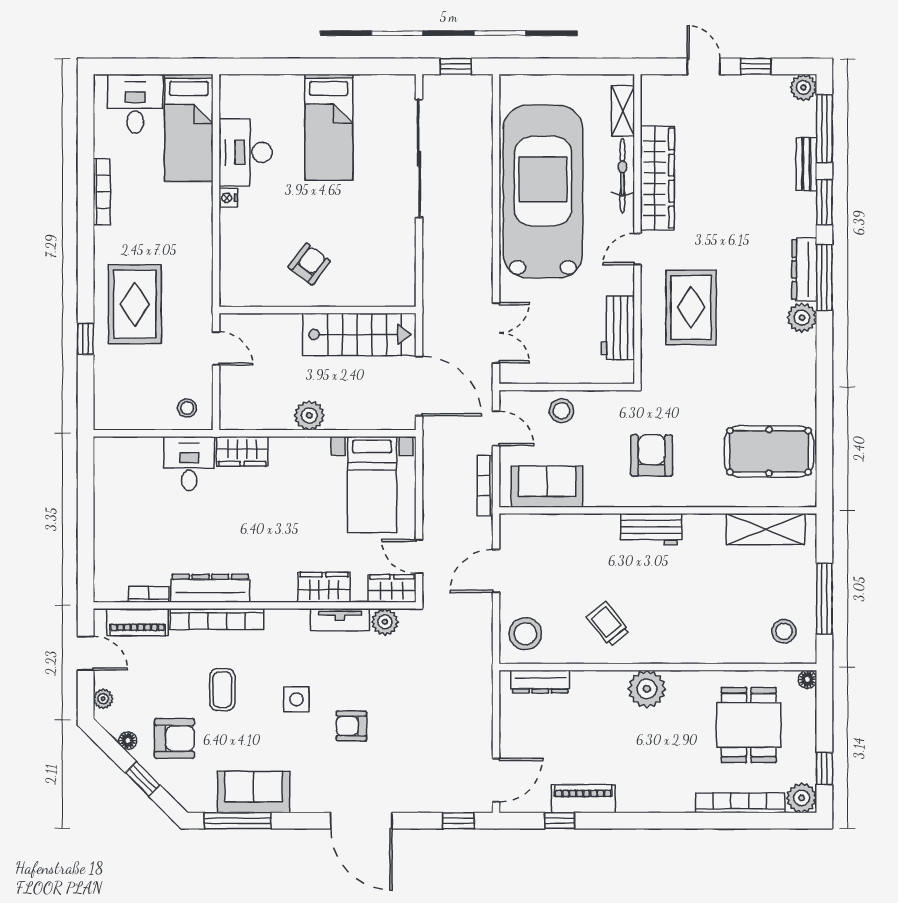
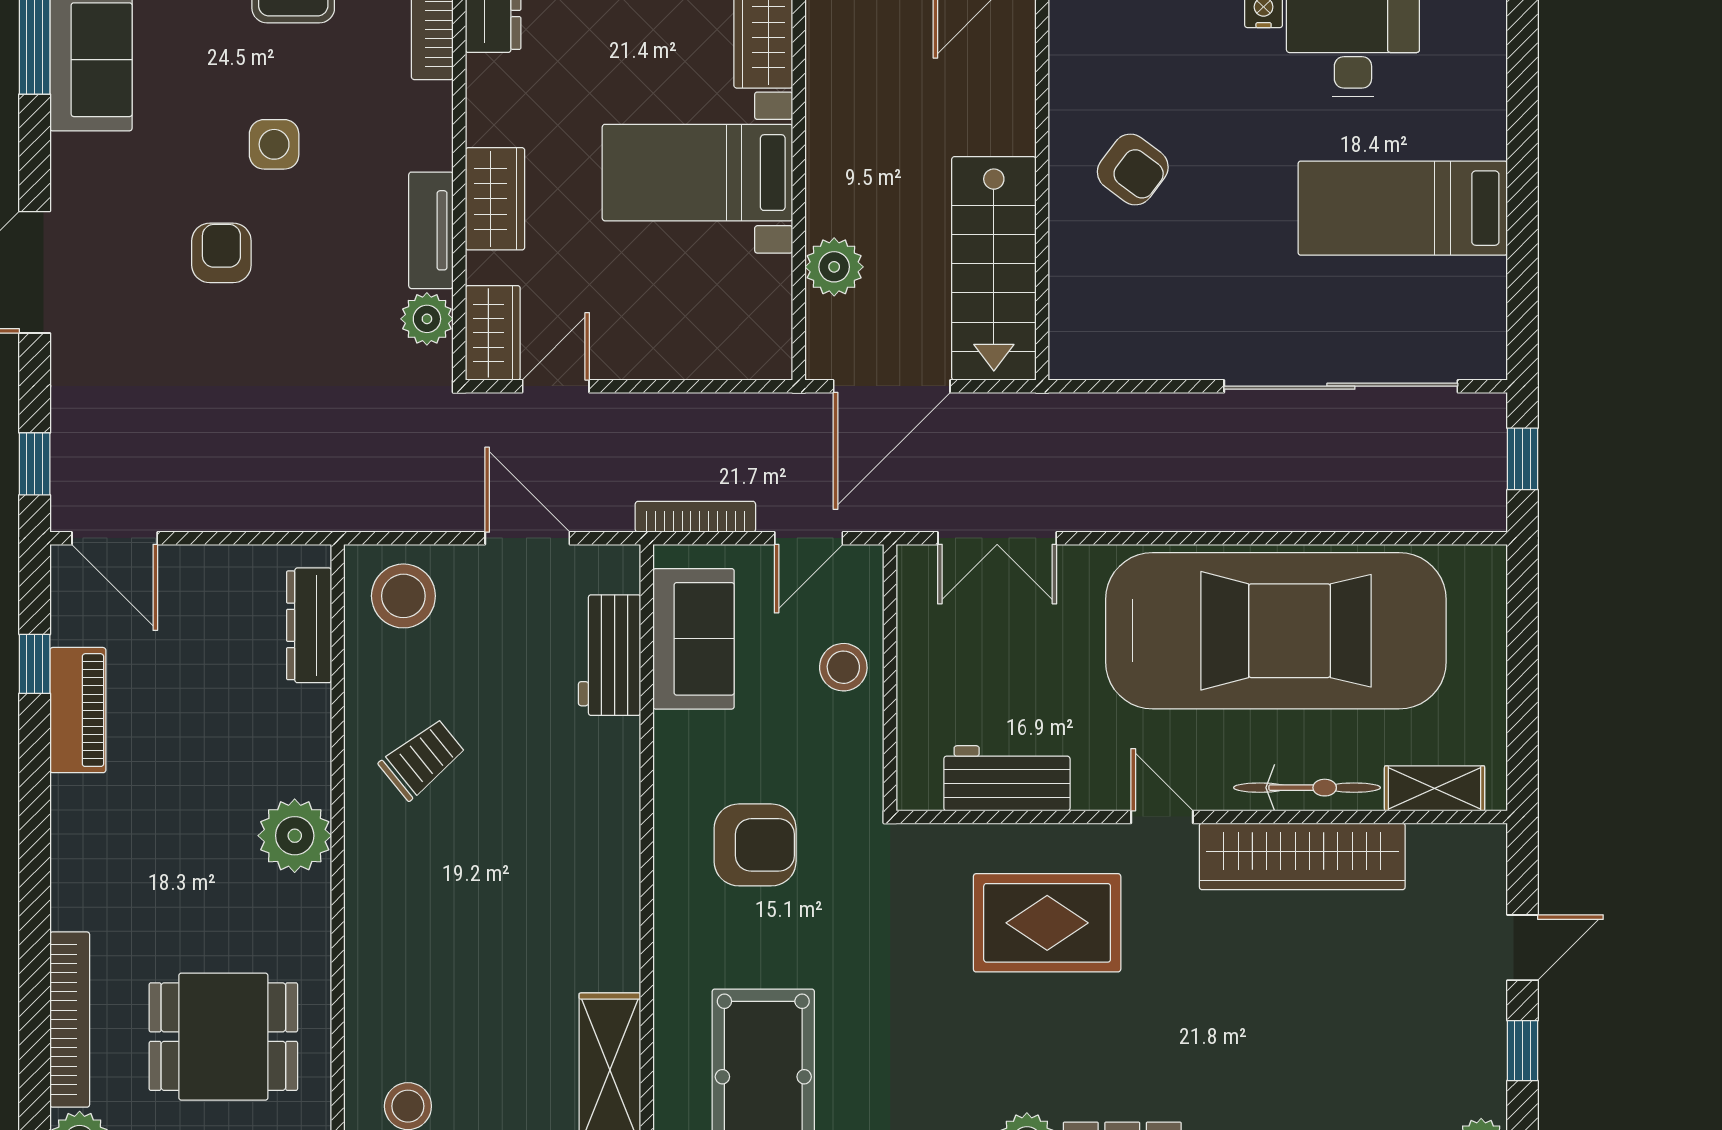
plant: (309, 415) -> (834, 267), moved
bed with nightstands: (372, 485) -> (697, 173), moved
workbench: (651, 529) -> (610, 655), moved

